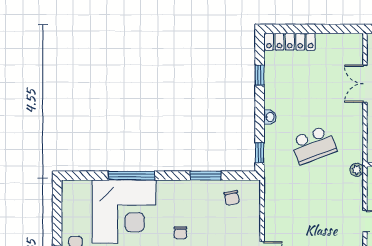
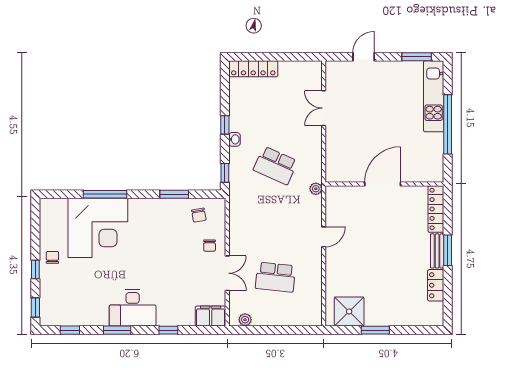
window: (260, 75) -> (225, 125), moved
school desk: (314, 145) -> (275, 166), turned 45
chair: (180, 233) -> (210, 246), moved

